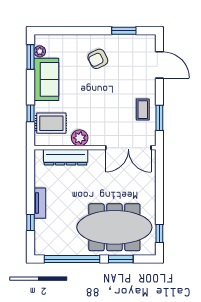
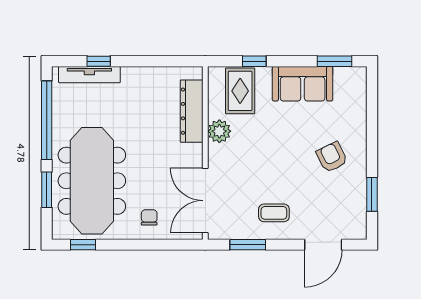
plant: (40, 51) -> (342, 74), removed
coffee table: (143, 110) -> (274, 213), moved
chair: (140, 187) -> (149, 217), added
tv unit: (40, 203) -> (89, 75), moved, width x1.41

